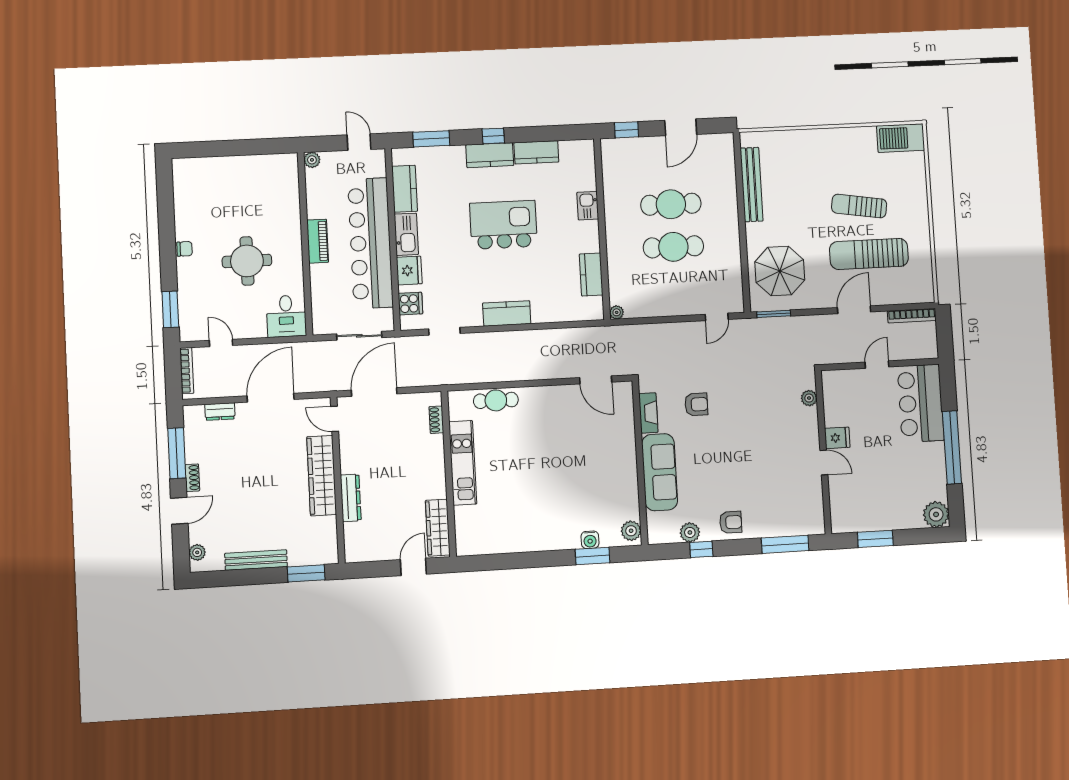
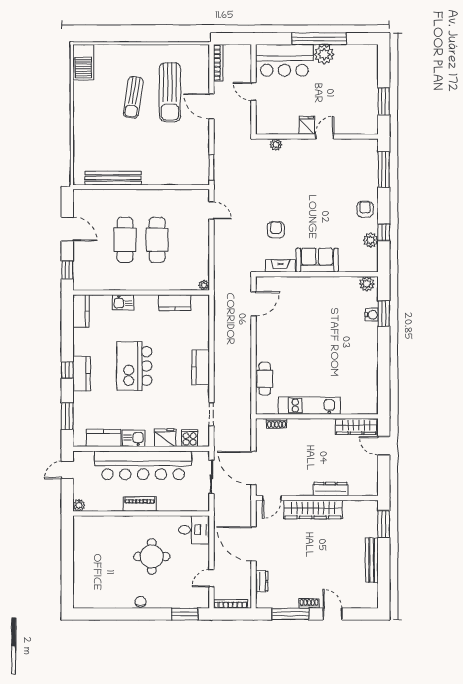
kitchen counter: (536, 152) -> (81, 311), moved
kitchen sink: (406, 234) -> (134, 438), width x0.73
parasol: (780, 271) -> (179, 161), removed
sofa: (660, 472) -> (317, 260), width x0.73
plant: (936, 514) -> (324, 54), moved
plant: (197, 552) -> (364, 602), removed

